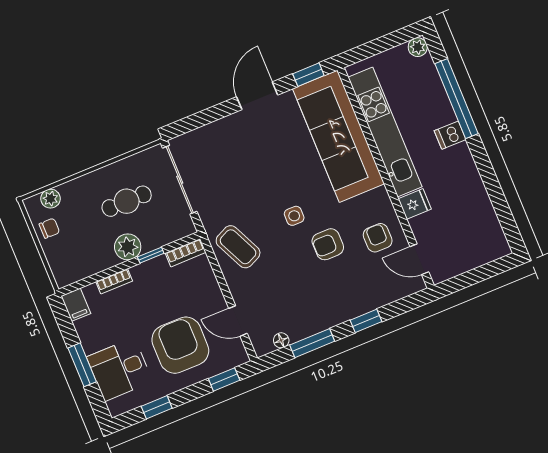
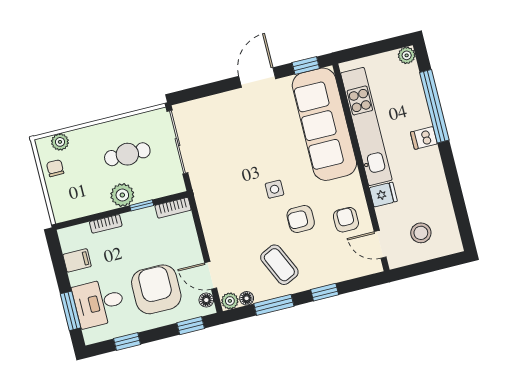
chair: (49, 228) -> (55, 168), turned -90
stool: (462, 240) -> (421, 233), added
coffee table: (238, 247) -> (279, 265), moved
filing cabinet: (76, 305) -> (77, 260), moved, turned -90
plant: (263, 346) -> (230, 301), added
floor lamp: (237, 349) -> (206, 300), added
window: (82, 365) -> (70, 311), moved

